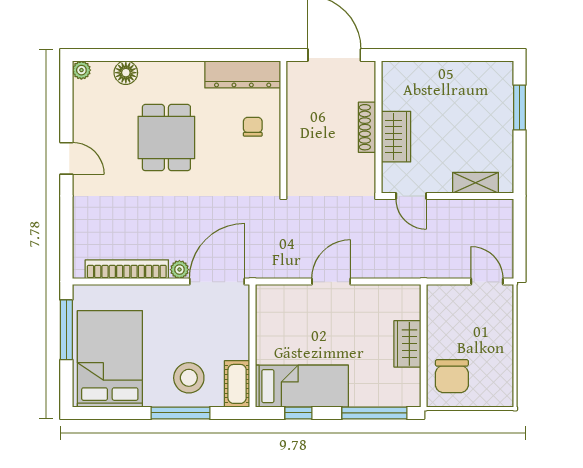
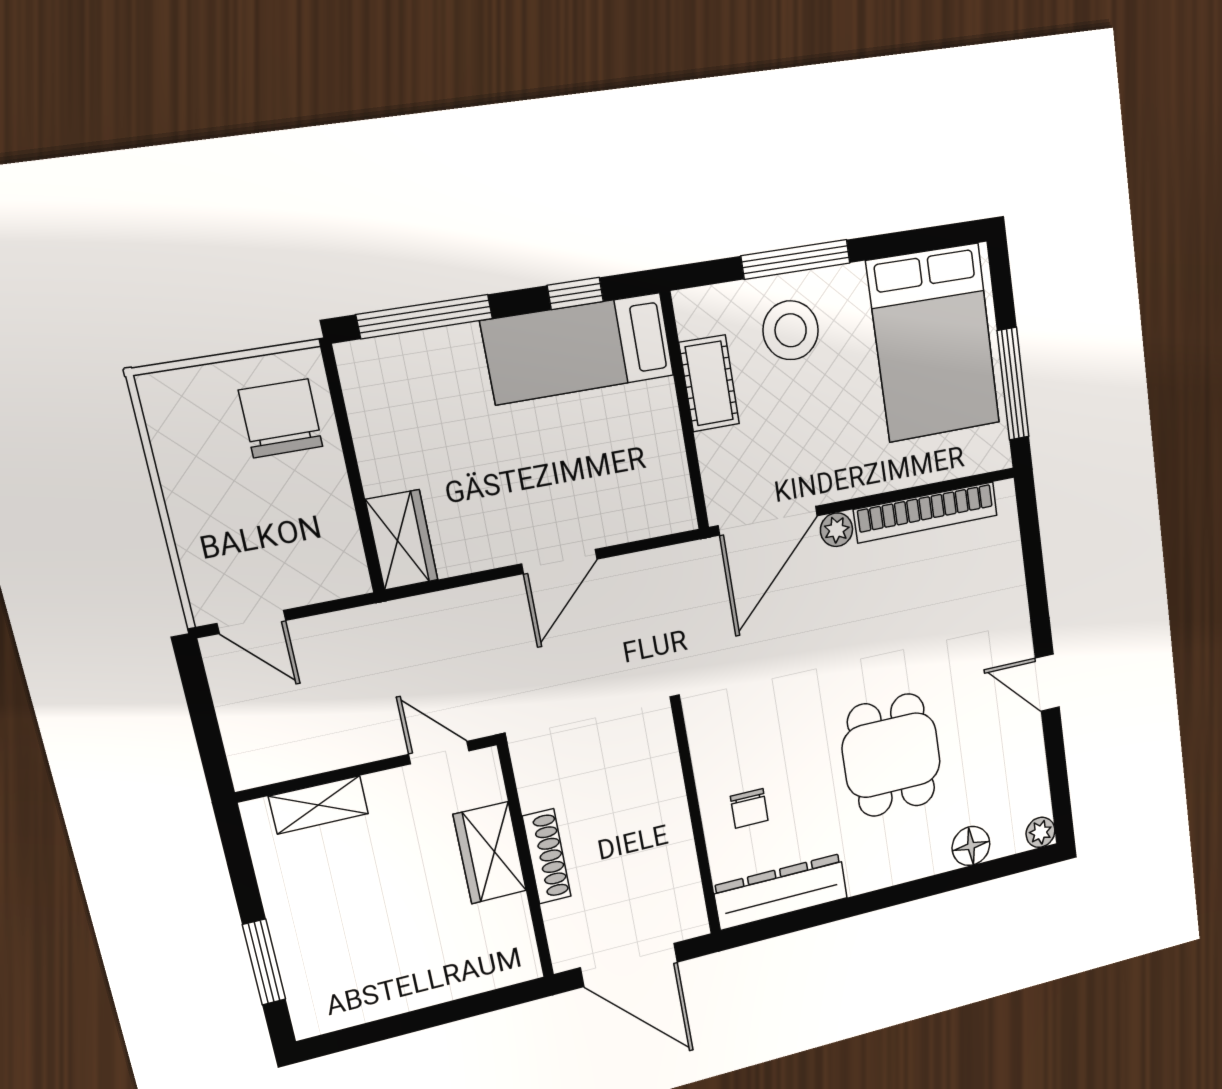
wardrobe: (407, 344) -> (402, 540), moved
cot: (237, 384) -> (709, 383), moved

